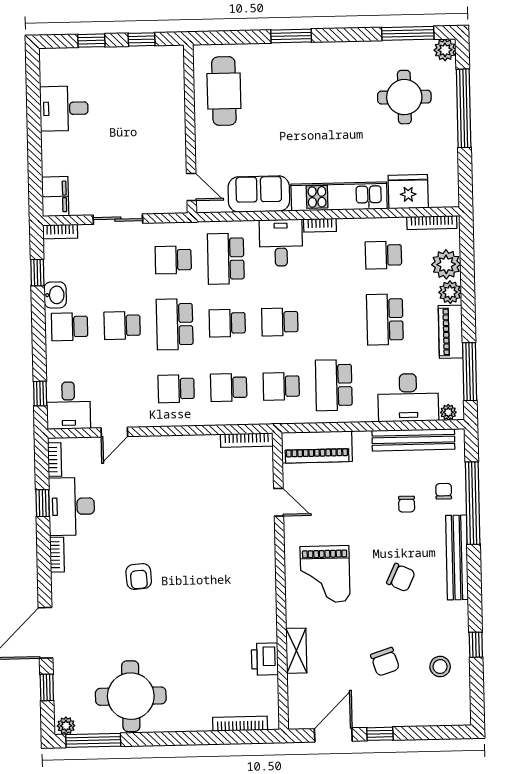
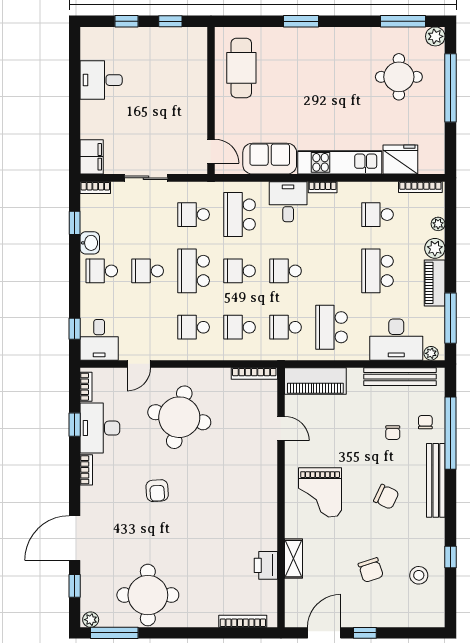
plant: (446, 264) -> (438, 224), width x0.53, depth x0.53
round table: (162, 492) -> (179, 417), added

